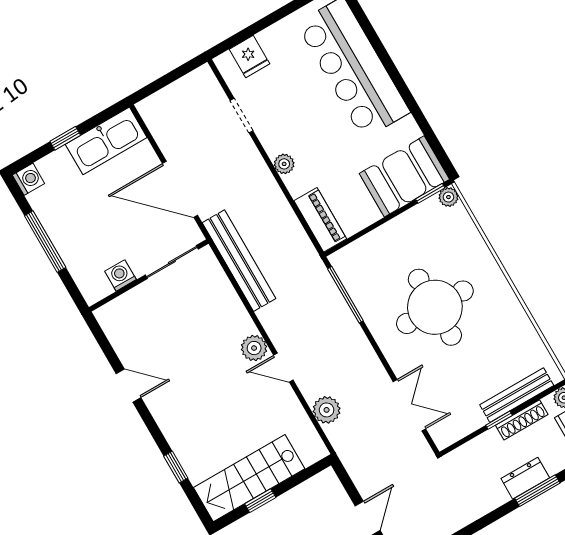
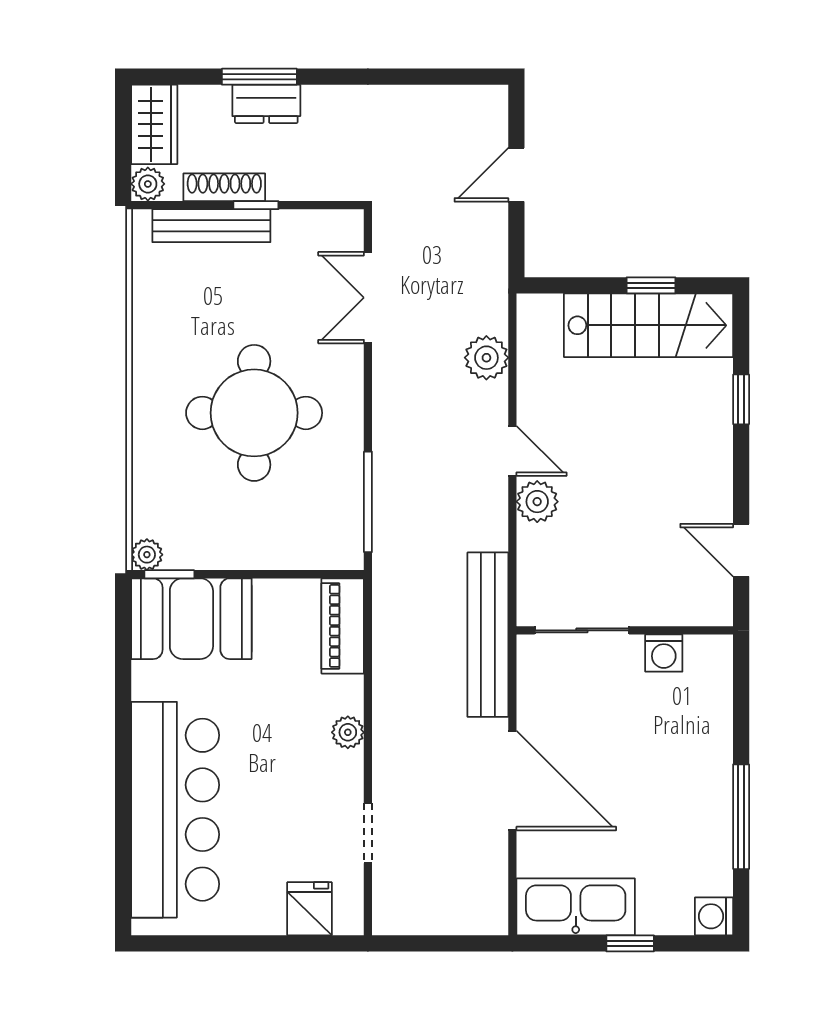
sliding door: (172, 262) -> (582, 630), moved
washing machine: (120, 275) -> (664, 653), moved
wall: (149, 275) -> (625, 630), moved

